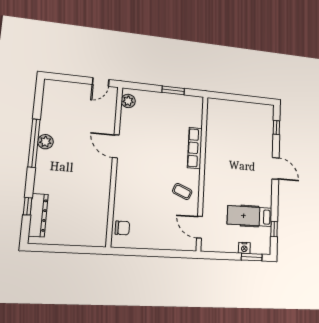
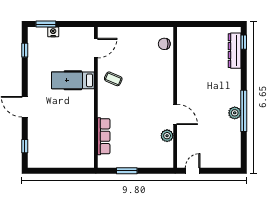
plant: (128, 101) -> (167, 136), moved
row of seats: (195, 148) -> (104, 136), moved
window: (28, 206) -> (244, 42), moved
hospital bed: (250, 216) -> (73, 80), moved, turned 180
door: (199, 227) -> (96, 48), hinge flipped

